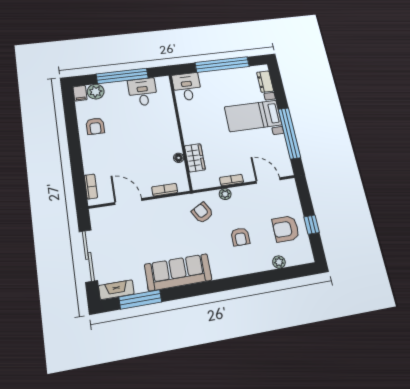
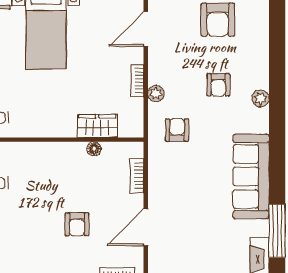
armchair: (95, 126) -> (77, 224), moved, turned 90
armchair: (202, 213) -> (177, 130), turned 119
armchair: (240, 237) -> (218, 85), turned 90
plant: (279, 262) -> (261, 98), moved

